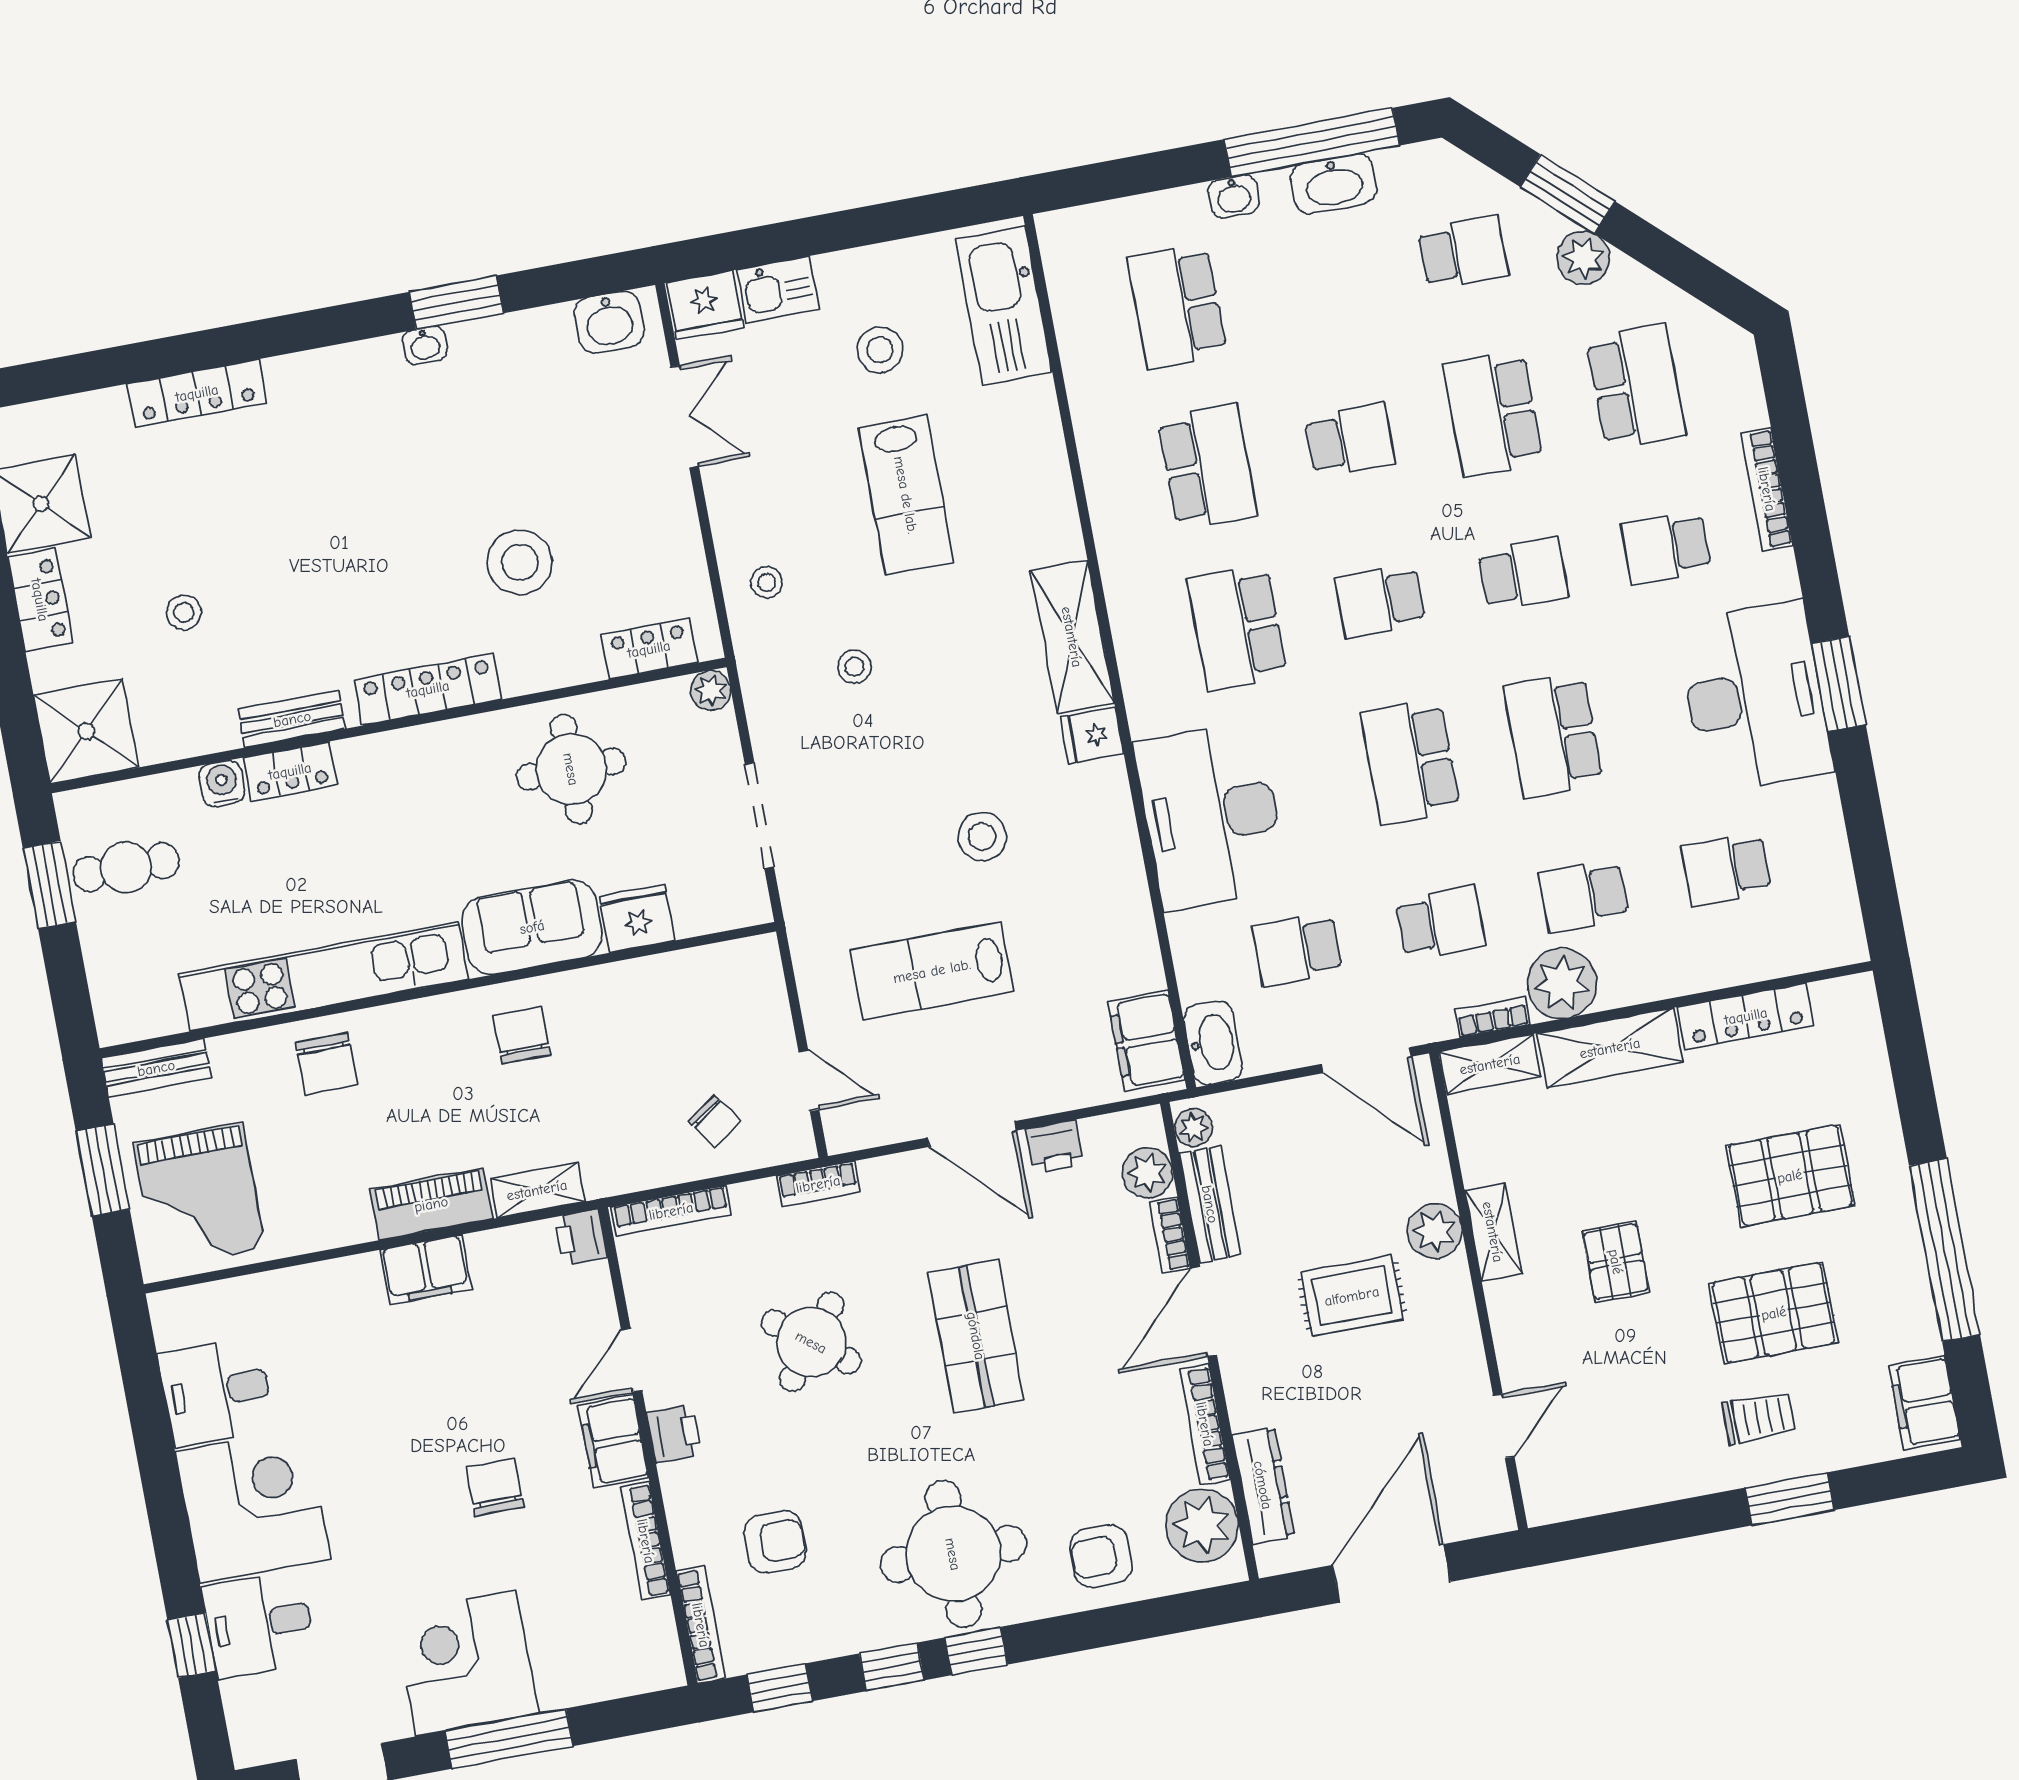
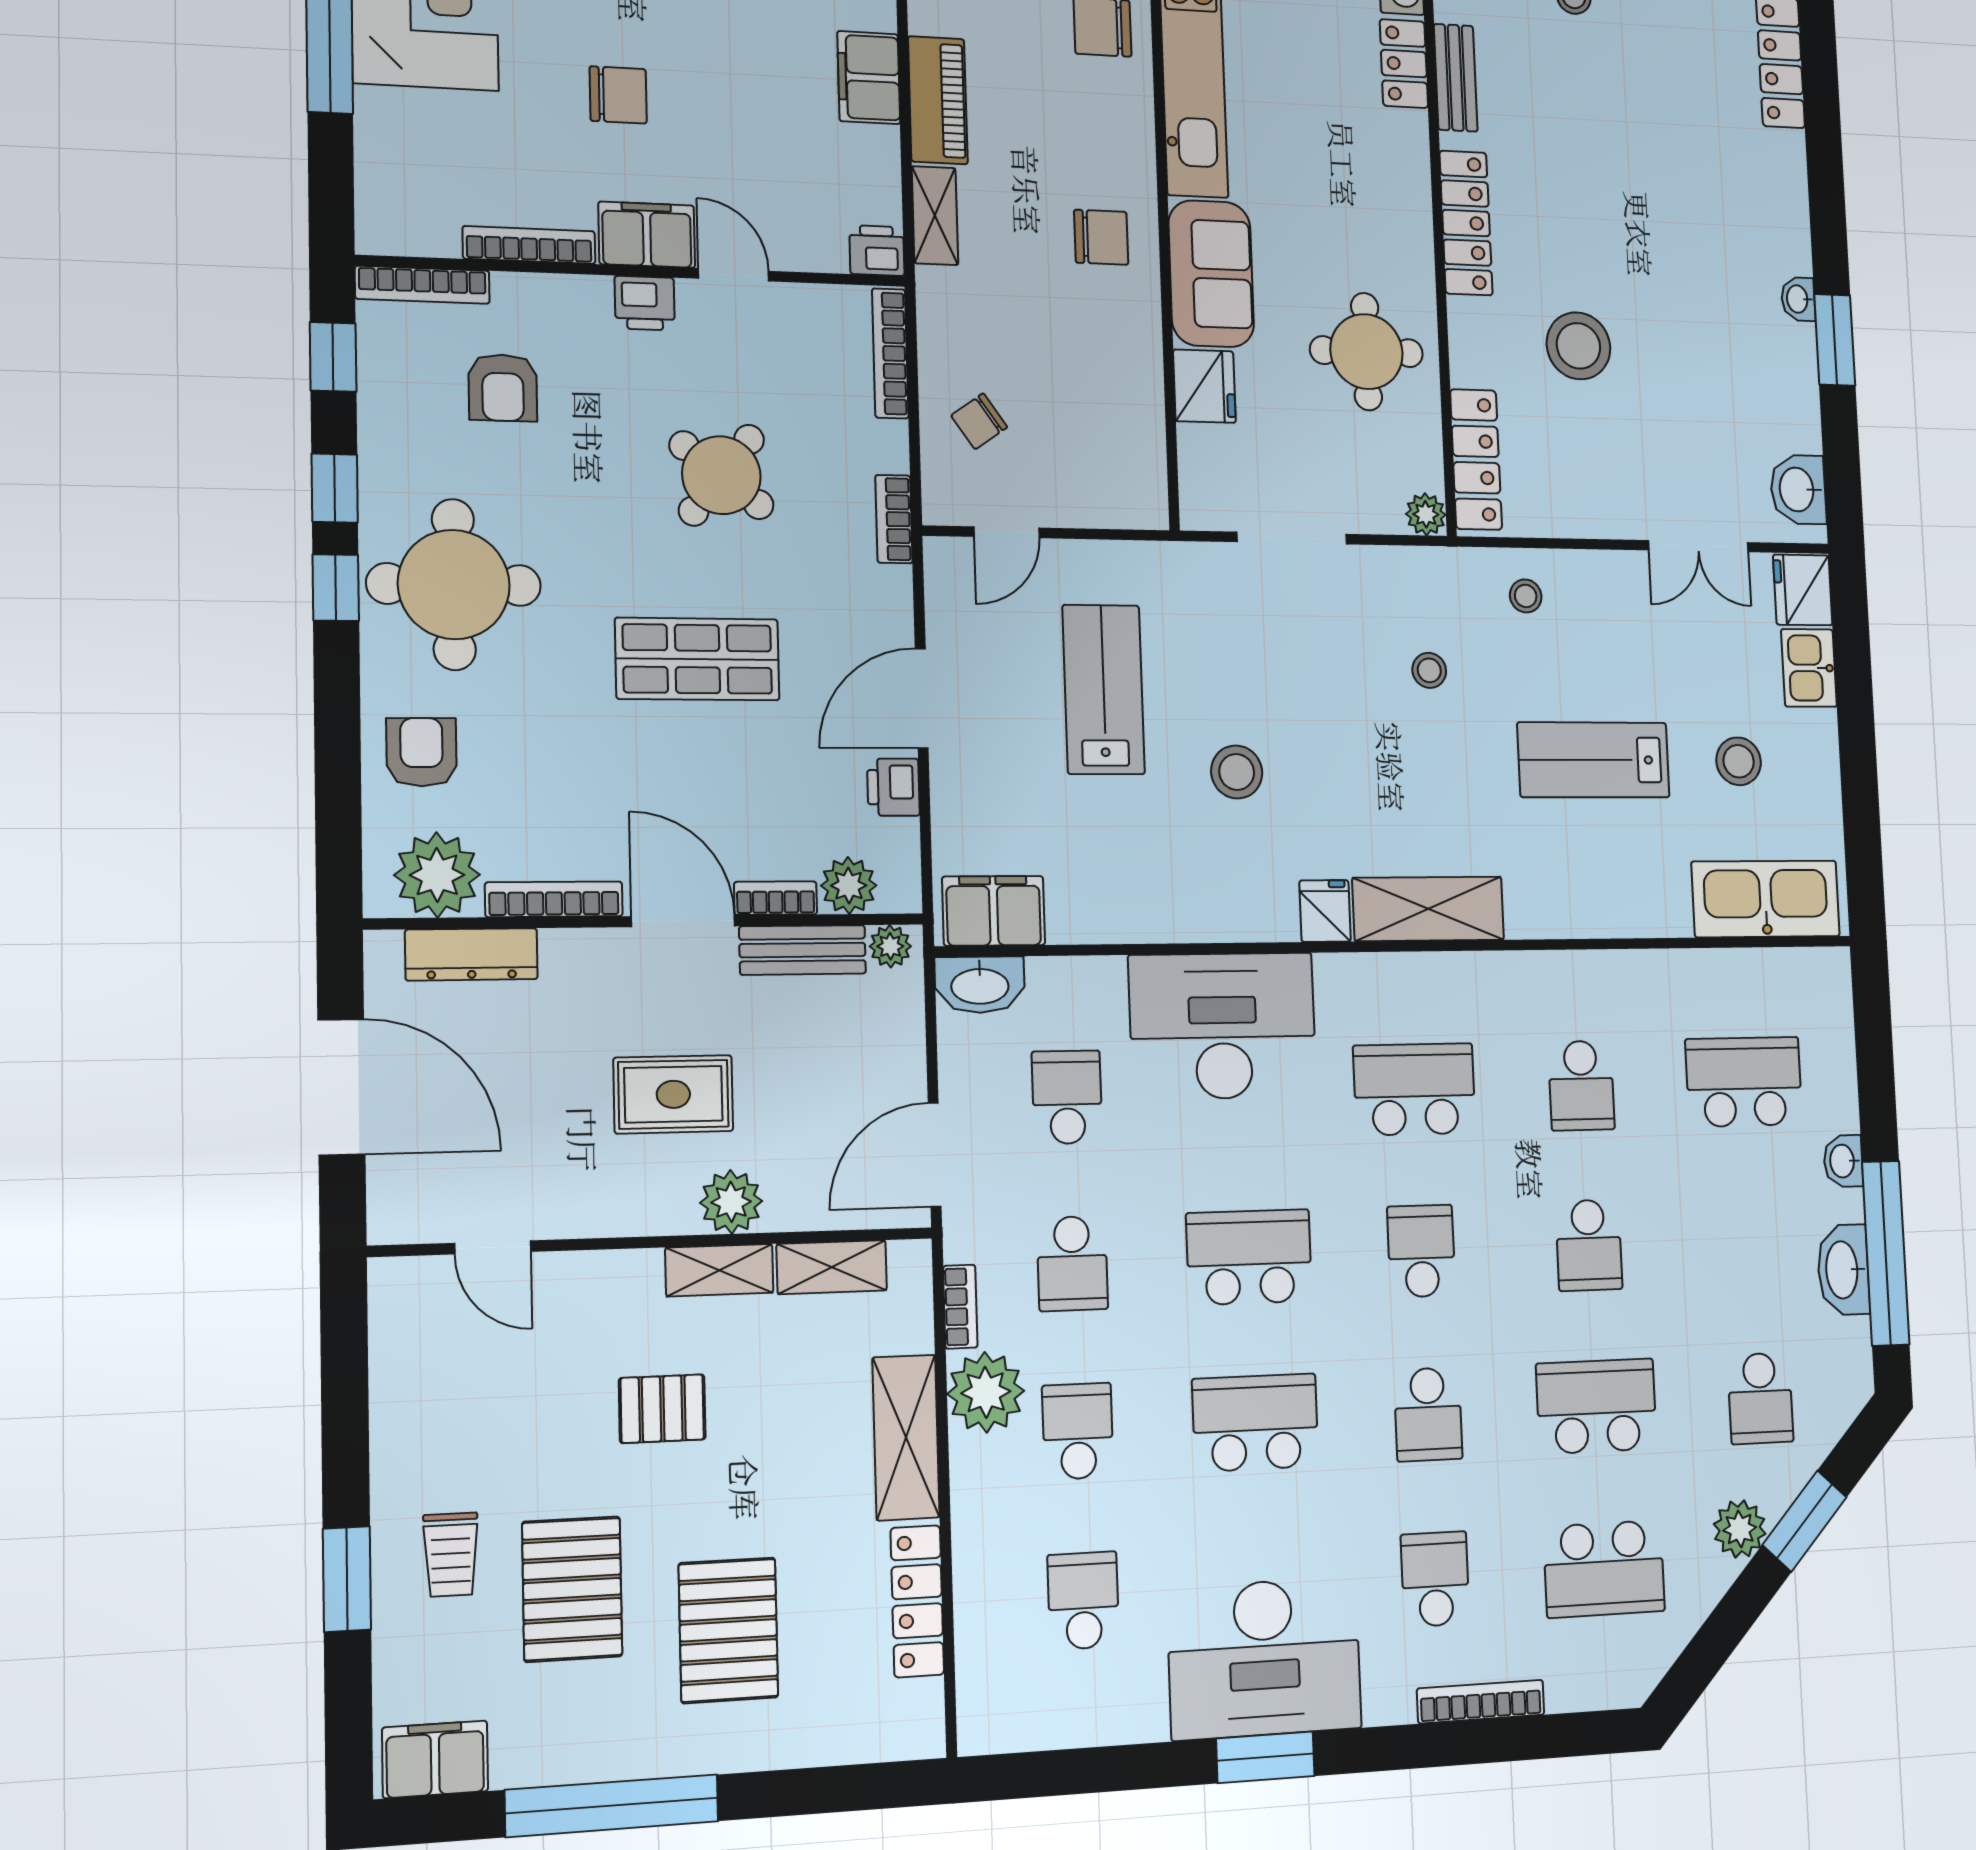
school desk: (1207, 467) -> (1581, 1086), width x0.54
locker: (649, 649) -> (1476, 460), width x1.53
shelving: (1490, 1064) -> (832, 1267), moved, turned 90
rug: (1352, 1296) -> (673, 1094), turned 90

